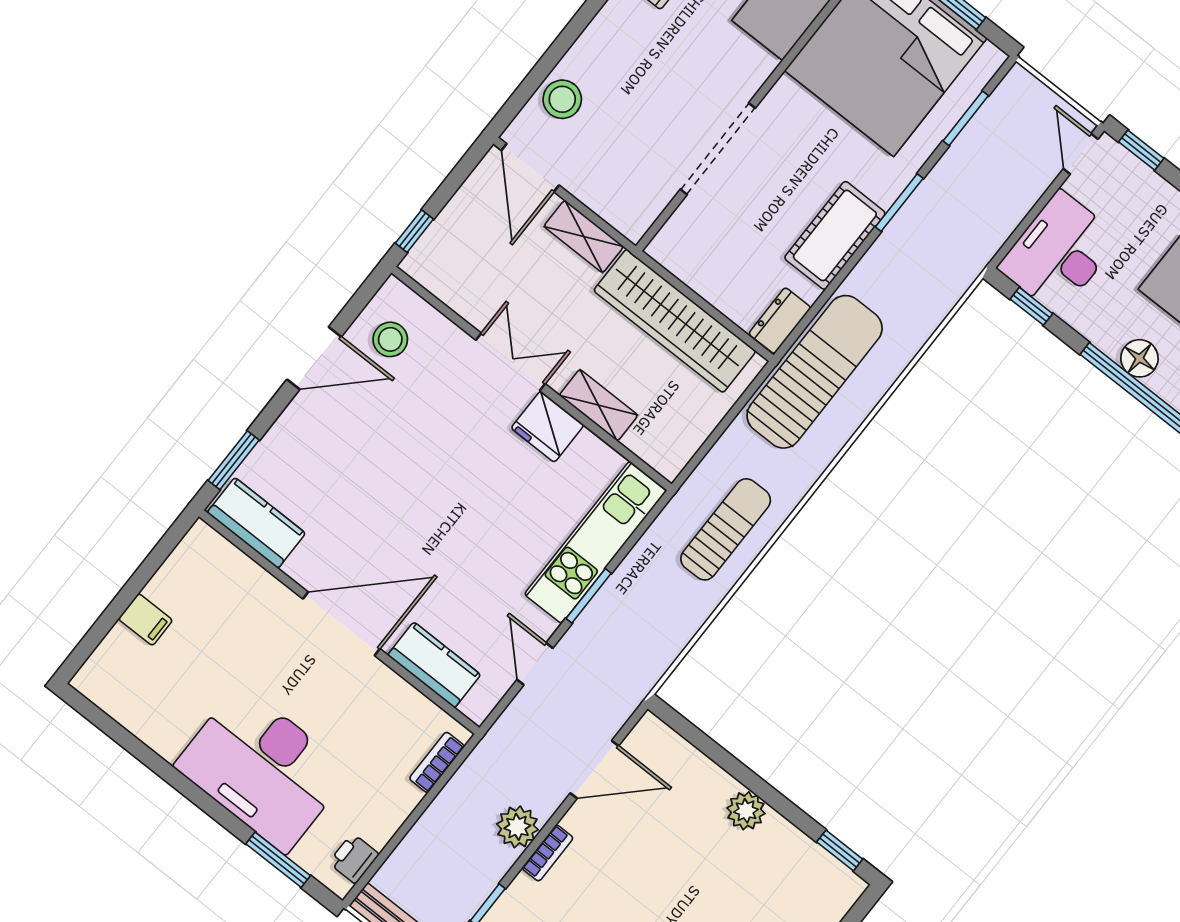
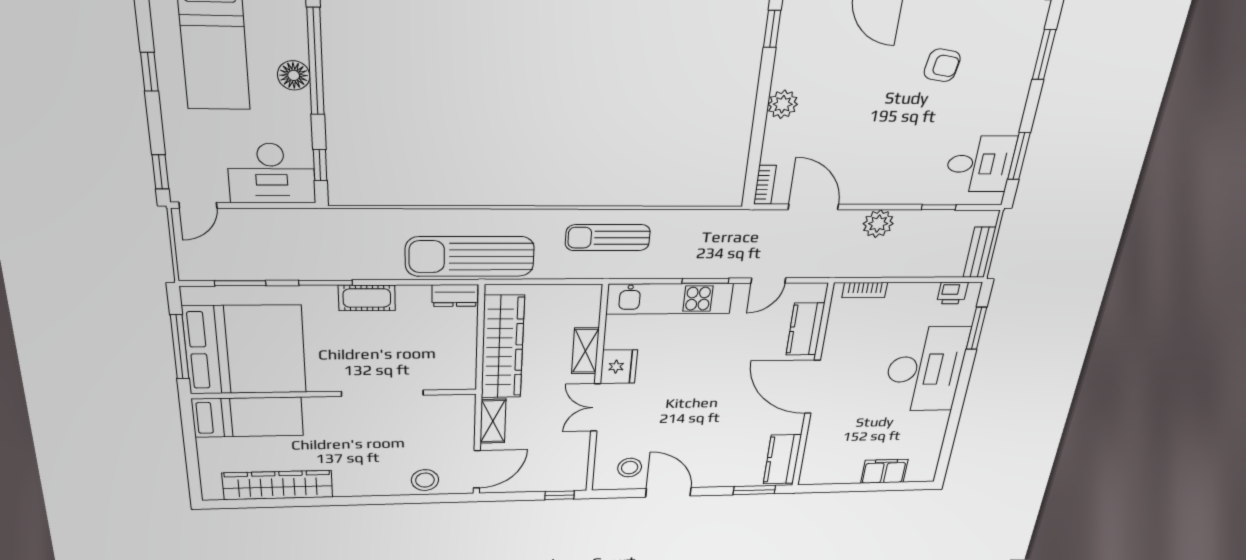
cot: (835, 235) -> (367, 298), width x0.73, depth x0.75
filing cabinet: (145, 620) -> (884, 471), width x2.00
bookcase: (548, 853) -> (765, 185), moved, turned 90

